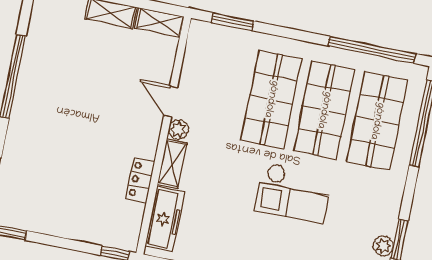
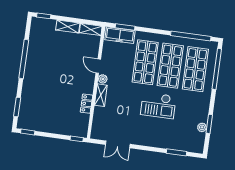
freezer: (165, 219) -> (120, 35), moved, turned 90

